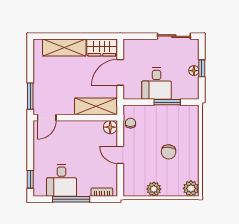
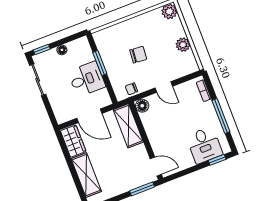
window: (202, 68) -> (42, 49), moved
chair: (169, 152) -> (138, 55), moved
door: (120, 155) -> (164, 87), hinge flipped
desk: (62, 180) -> (204, 145), moved, turned 90

